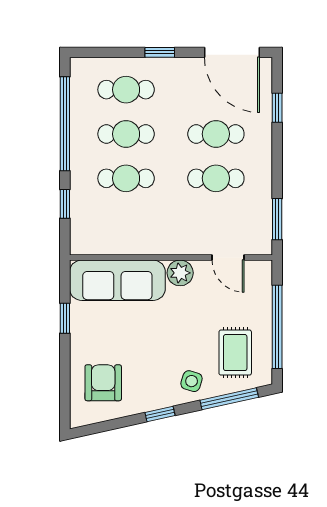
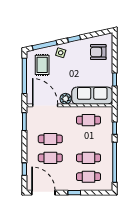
cafe table: (126, 178) -> (89, 120), moved
door: (228, 258) -> (45, 105), width x1.88
armchair: (103, 383) -> (98, 52), turned 90

